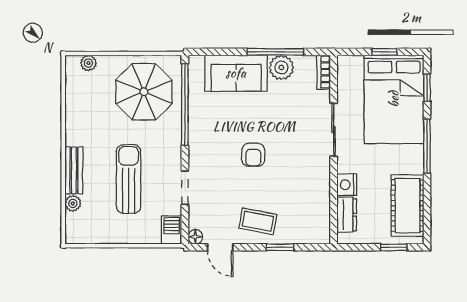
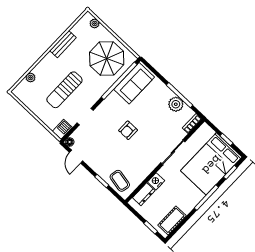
sofa: (236, 73) -> (134, 83), moved, turned -90
bench: (74, 170) -> (63, 44), moved
sun lounger: (129, 179) -> (64, 90), turned 180
cot: (408, 206) -> (172, 220), width x0.73, depth x0.75
coffee table: (258, 221) -> (120, 181), moved

